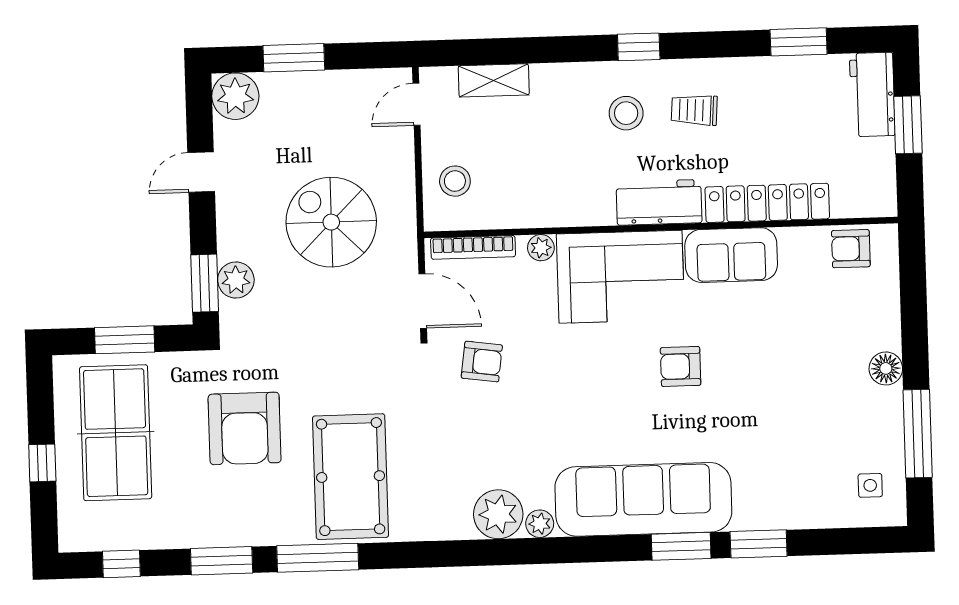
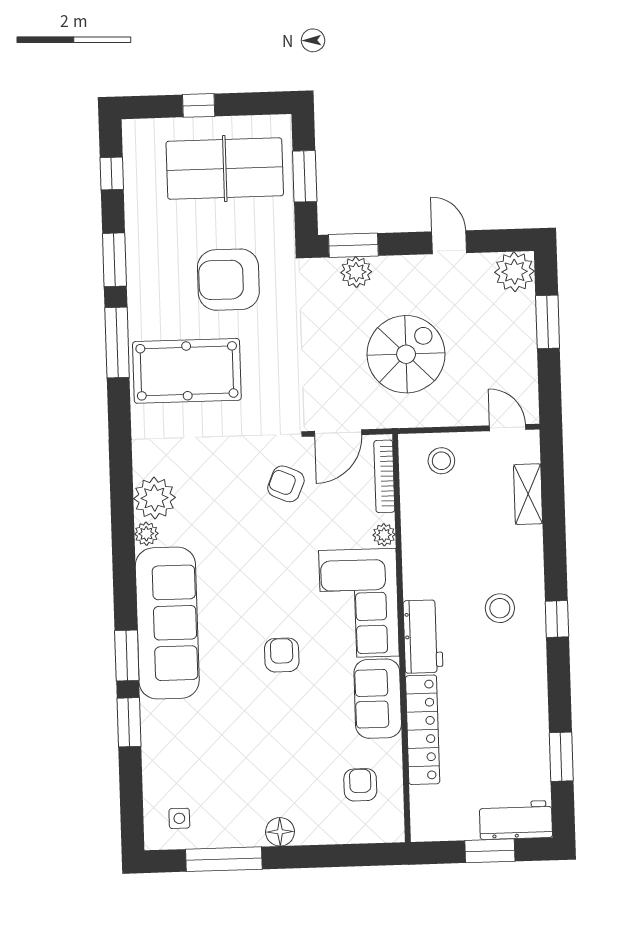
trolley: (694, 110) -> (503, 667), removed
armchair: (851, 249) -> (360, 785), moved
armchair: (482, 362) -> (286, 484), turned 105

